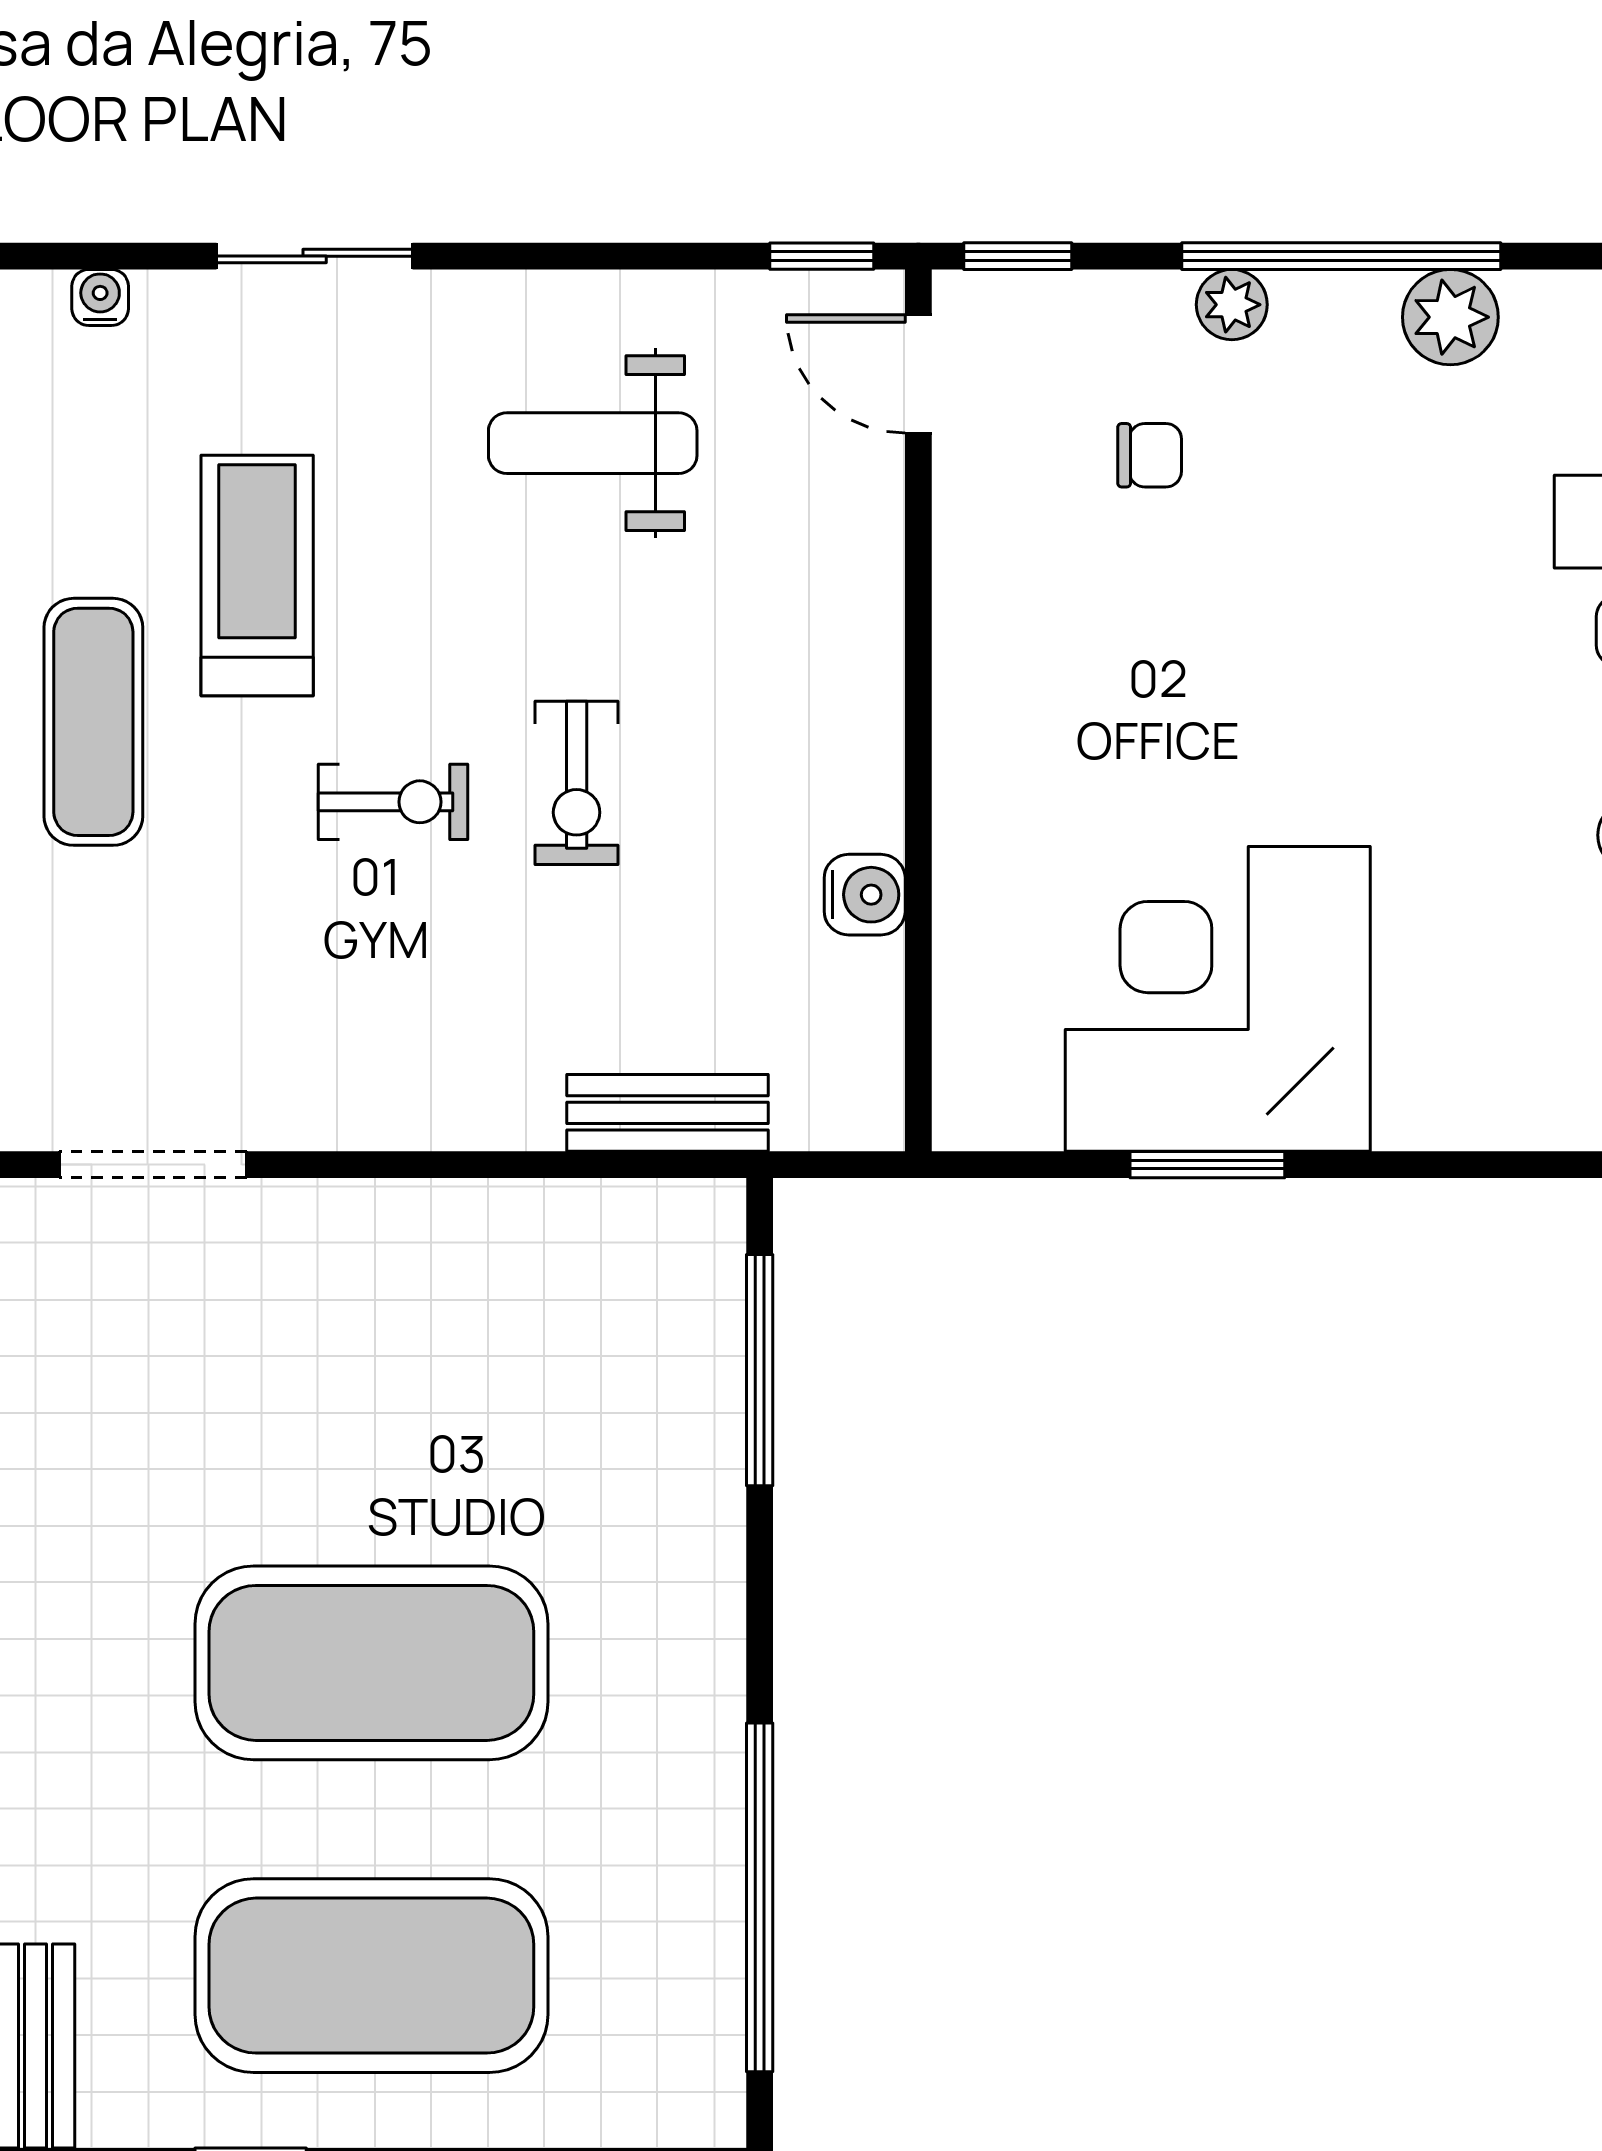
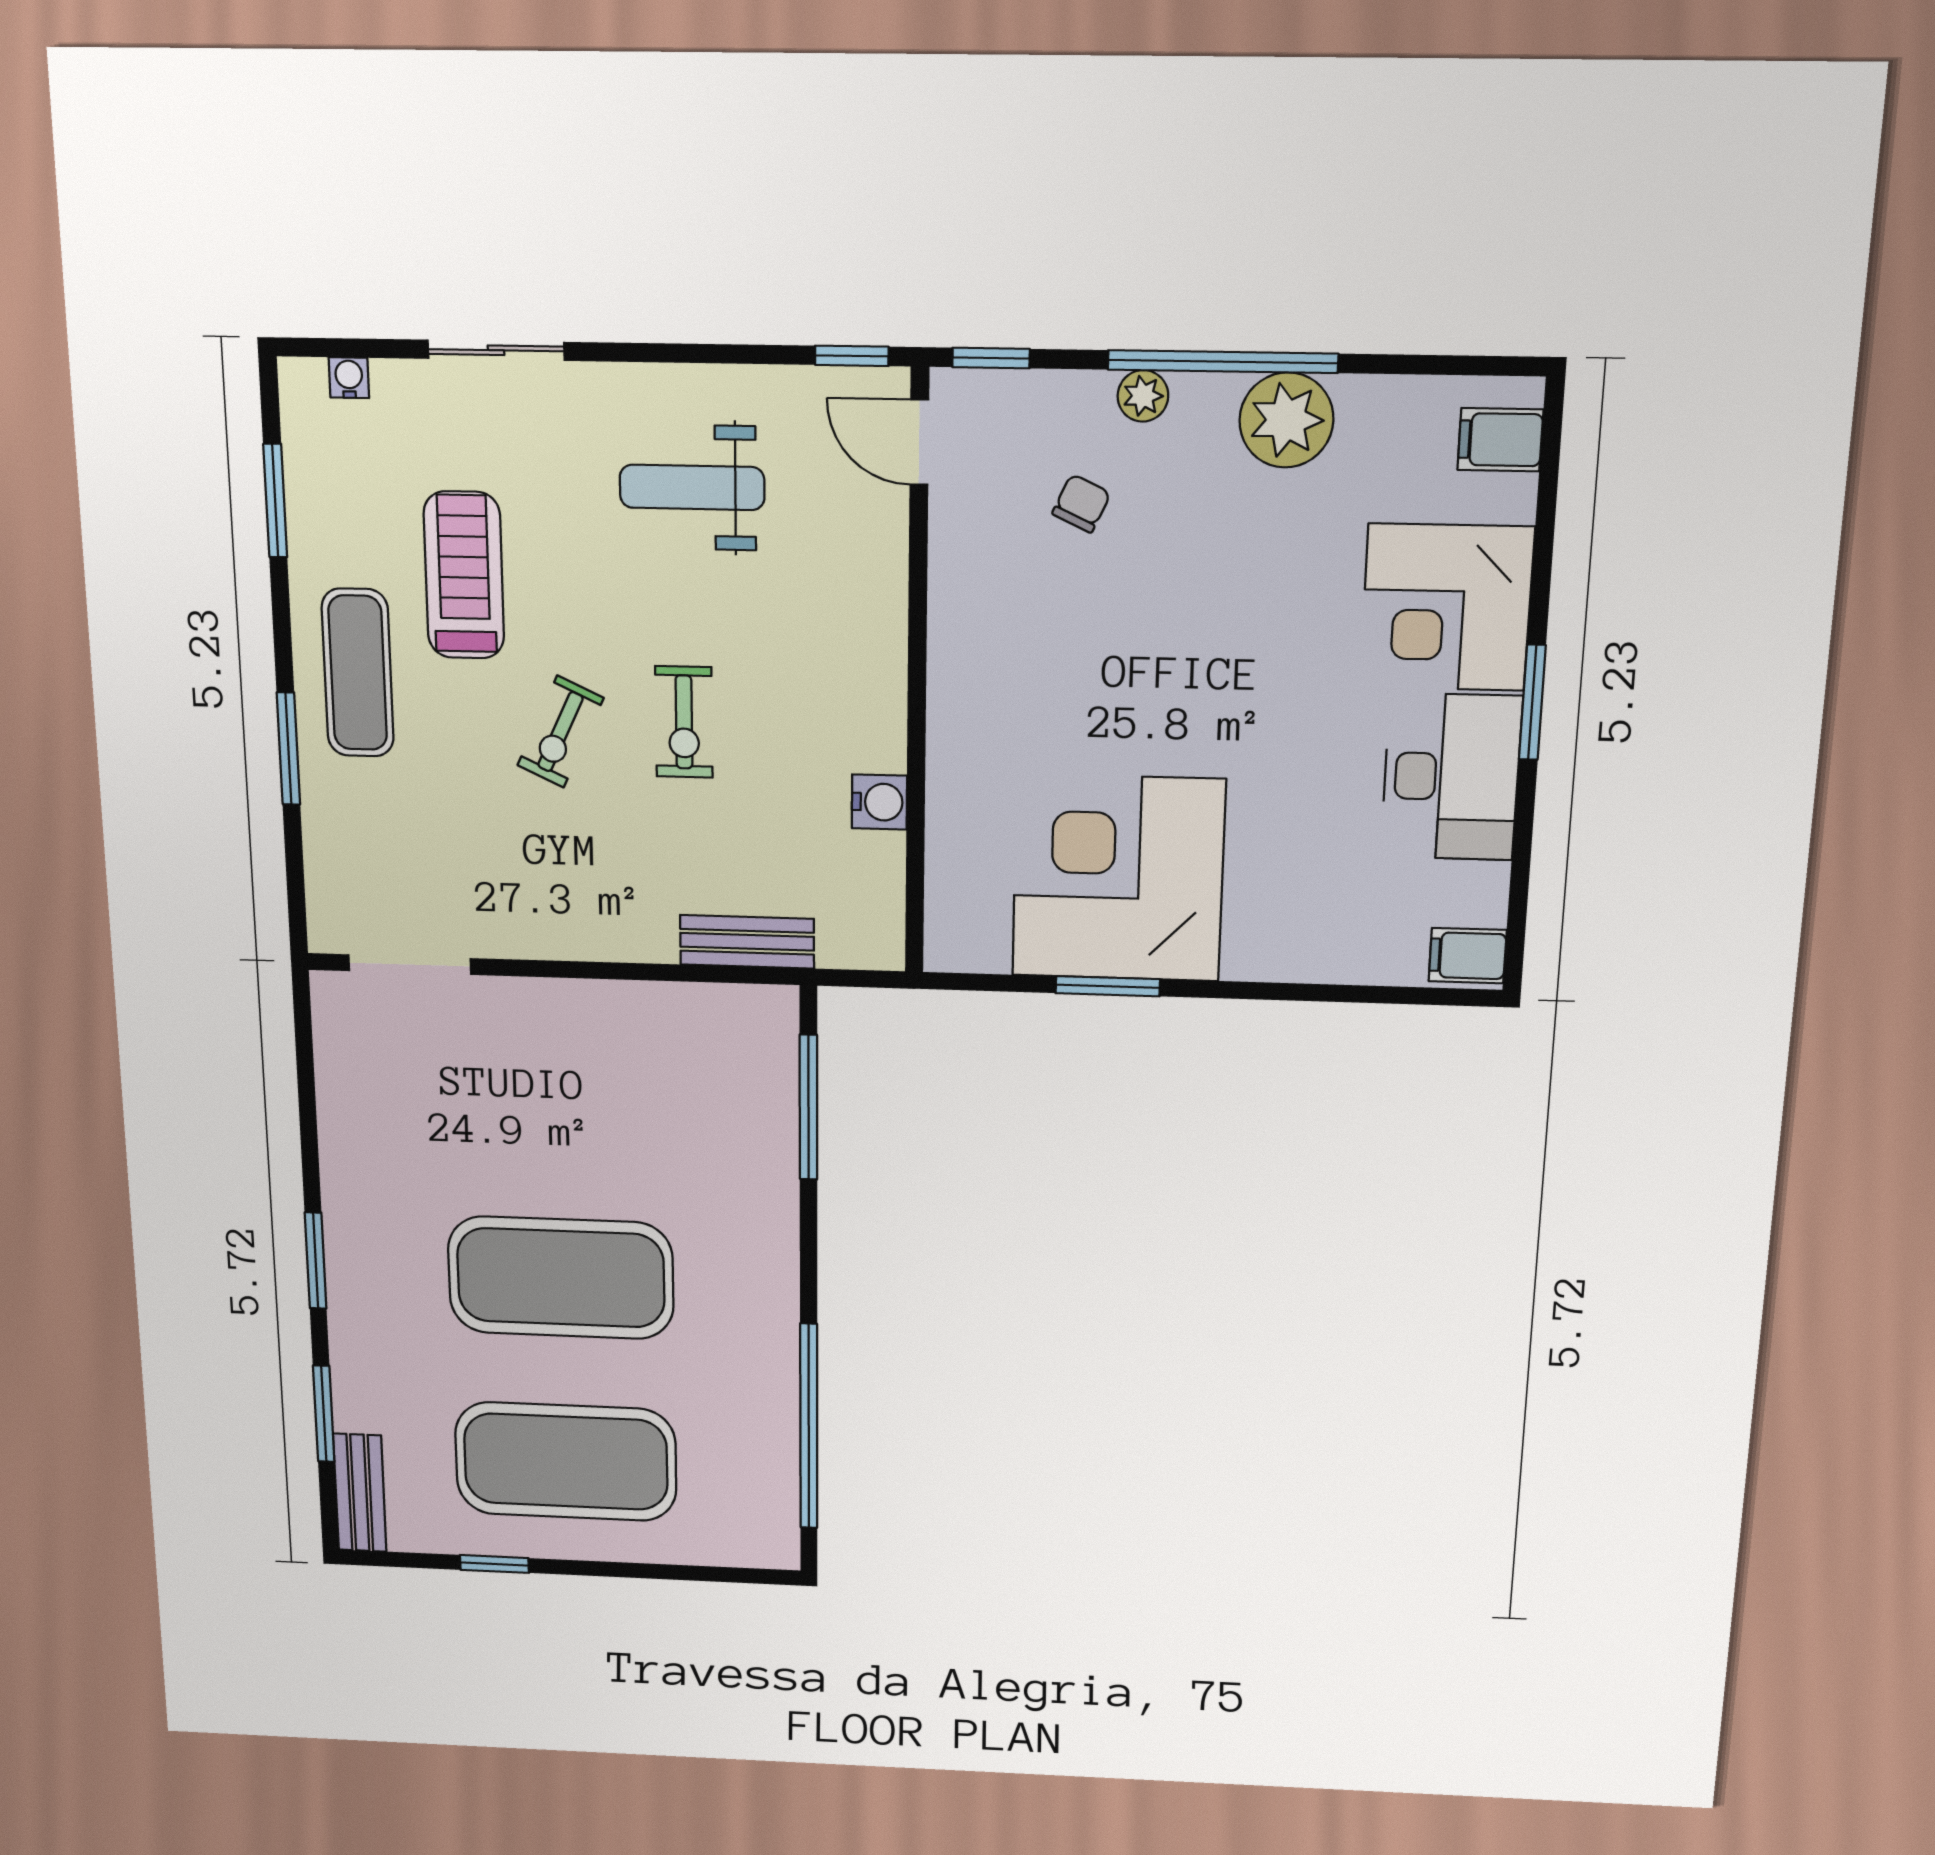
plant: (1450, 317) -> (1286, 420), width x1.36, depth x1.36
chair: (1150, 455) -> (1081, 503), turned -65
exercise bike: (393, 802) -> (560, 732), turned 115

